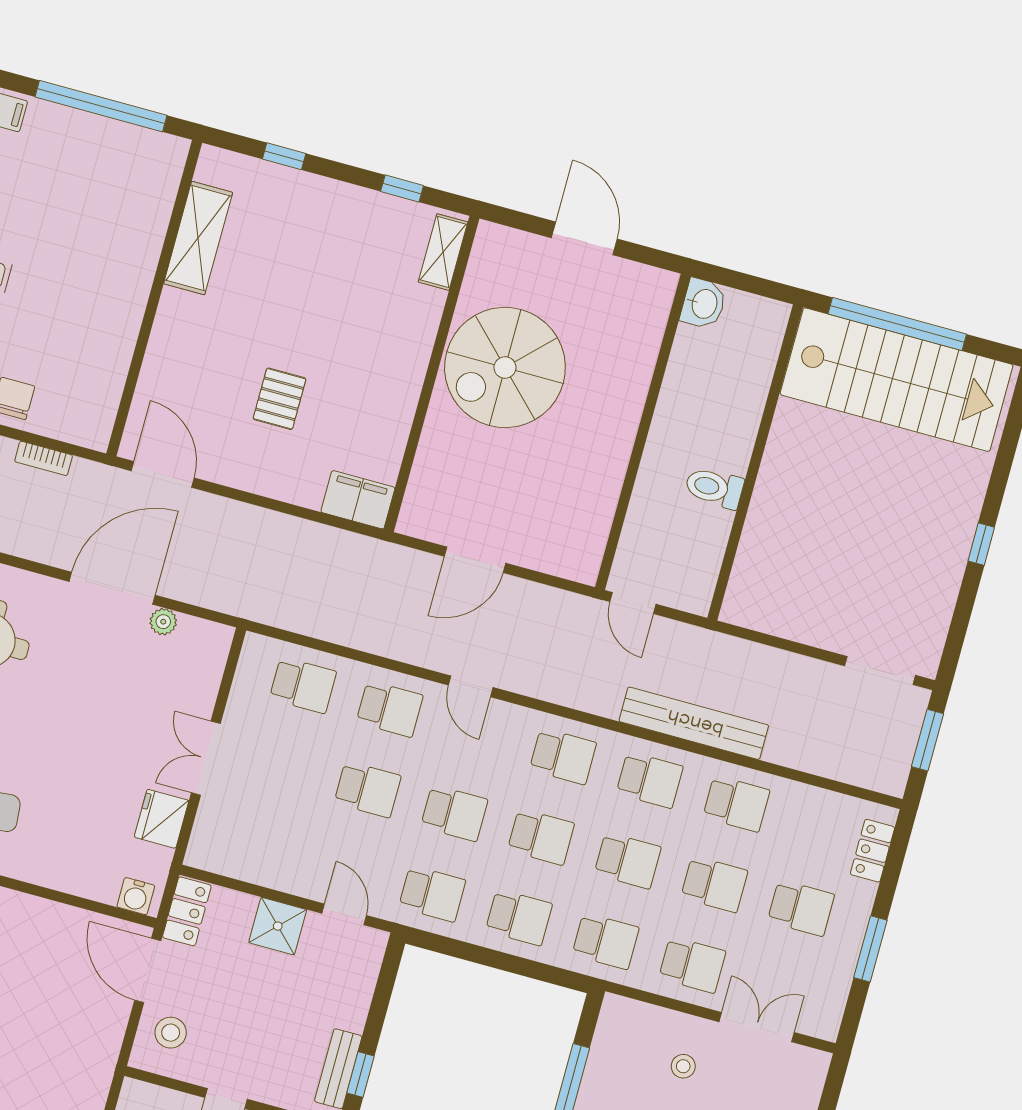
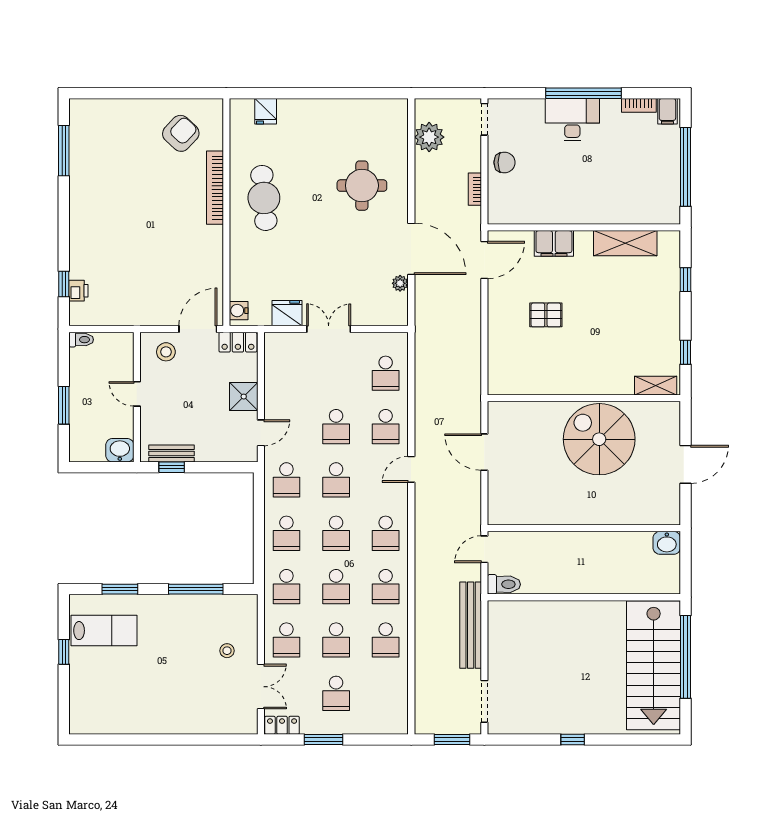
toilet: (714, 488) -> (504, 584), moved, turned 90
filing cabinet: (358, 500) -> (554, 243), moved, turned 90
bench: (694, 723) -> (471, 625), moved
locker: (872, 851) -> (282, 725), moved

